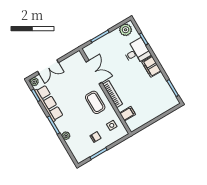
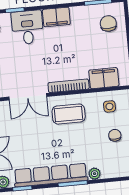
double door: (94, 72) -> (28, 97), swing flipped
chair: (163, 101) -> (108, 23), added
row of seats: (49, 103) -> (51, 175), width x1.36
filing cabinet: (128, 114) -> (104, 78), width x2.00

